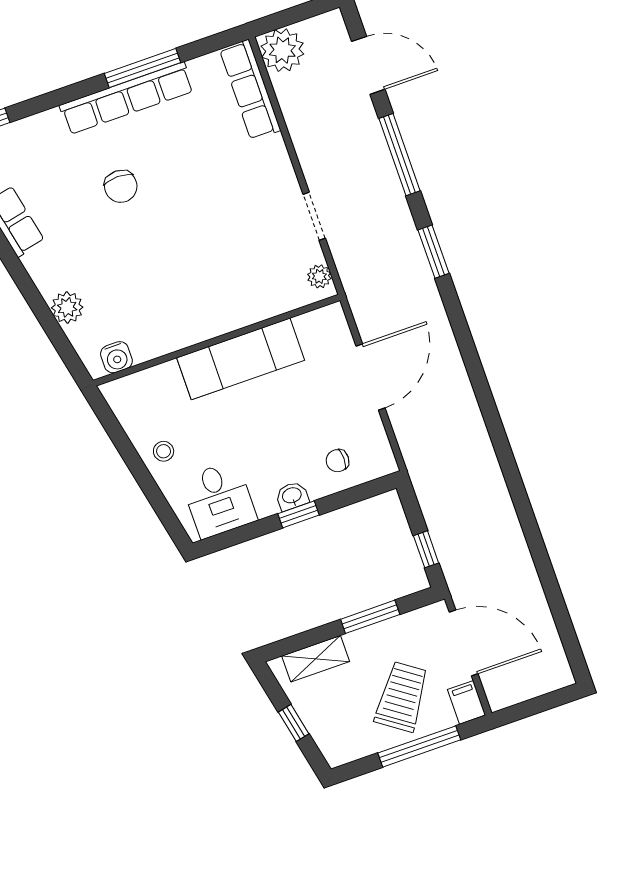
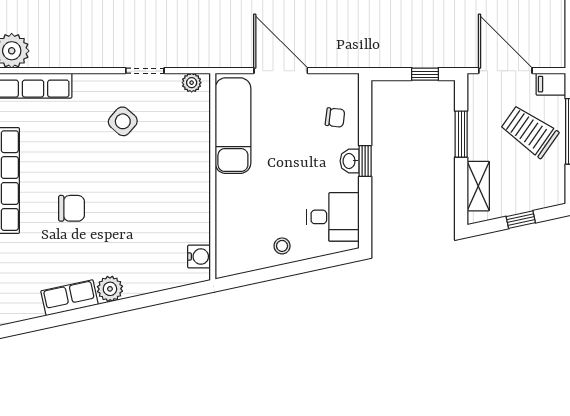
side table: (245, 211) -> (123, 121), added
plant: (67, 307) -> (110, 289), moved
exam couch: (241, 359) -> (233, 126), moved
chair: (337, 461) -> (335, 118), turned -83
door: (464, 643) -> (505, 71), hinge flipped

